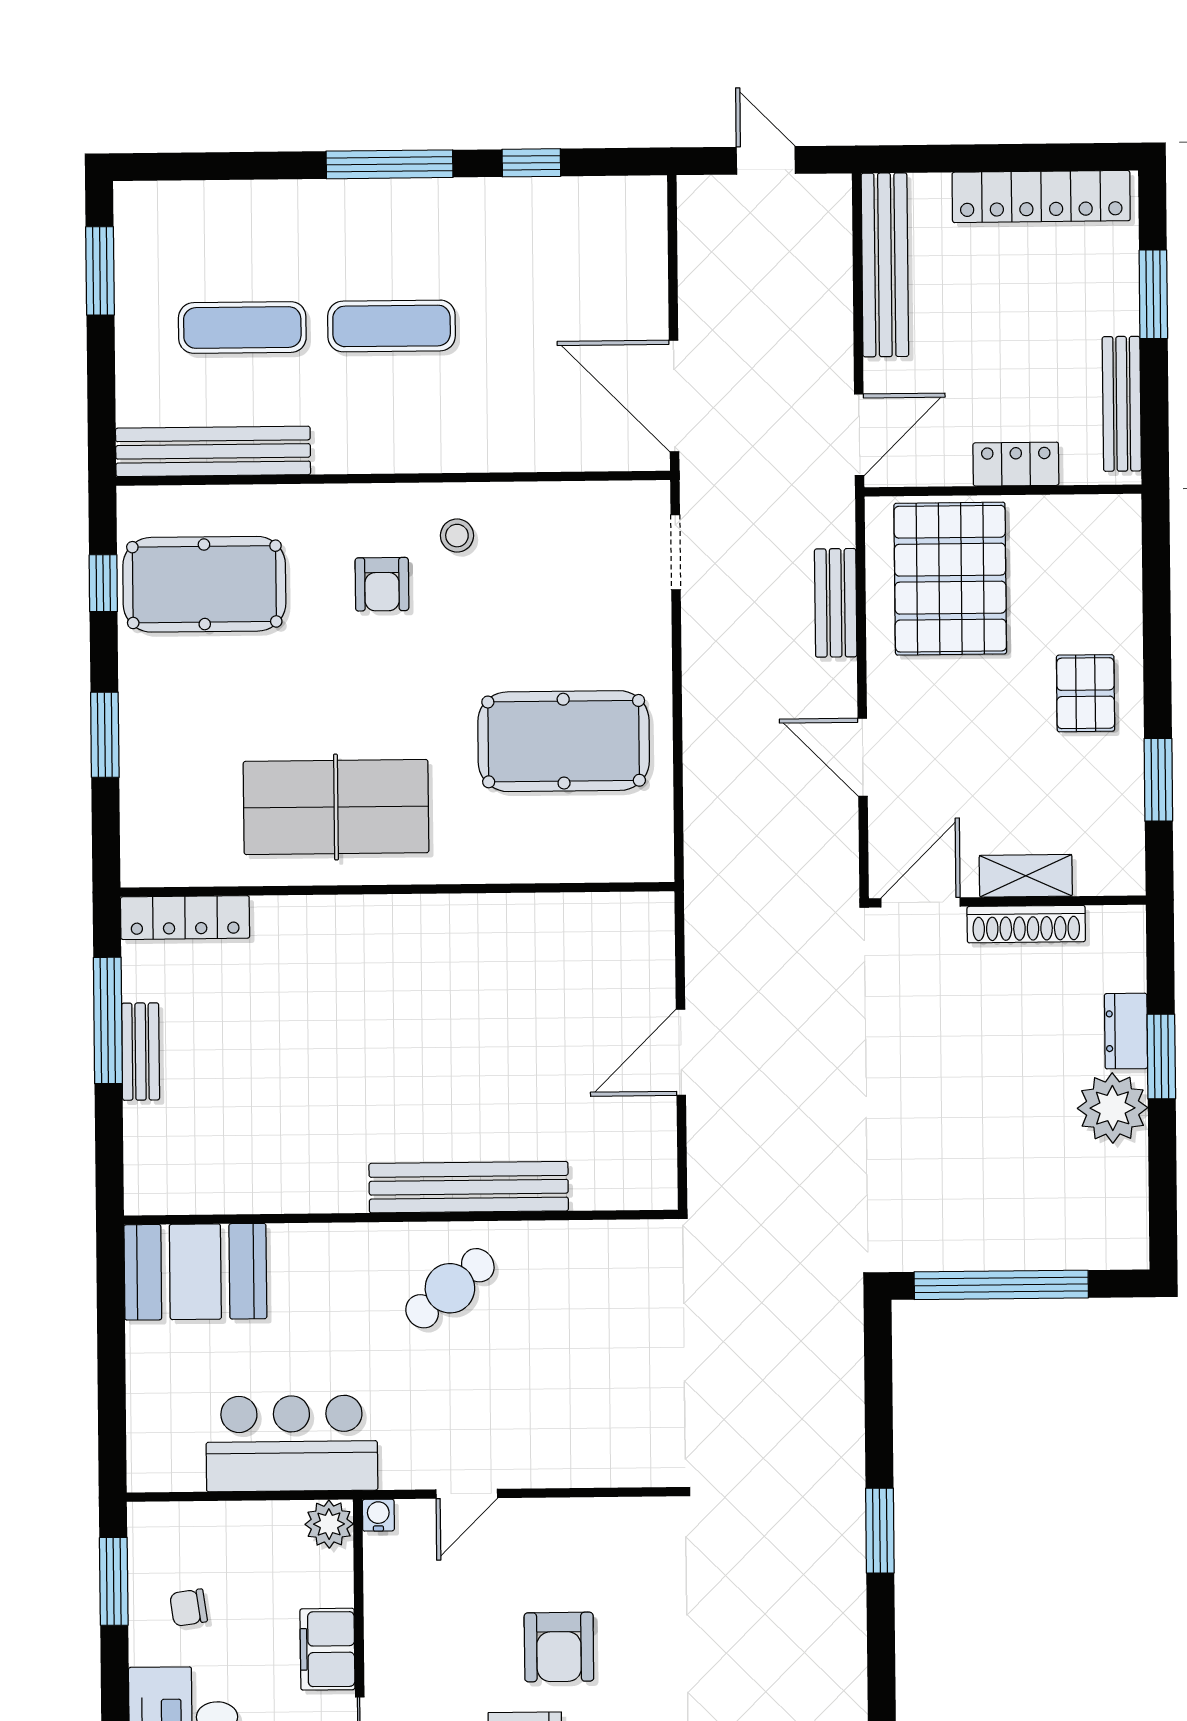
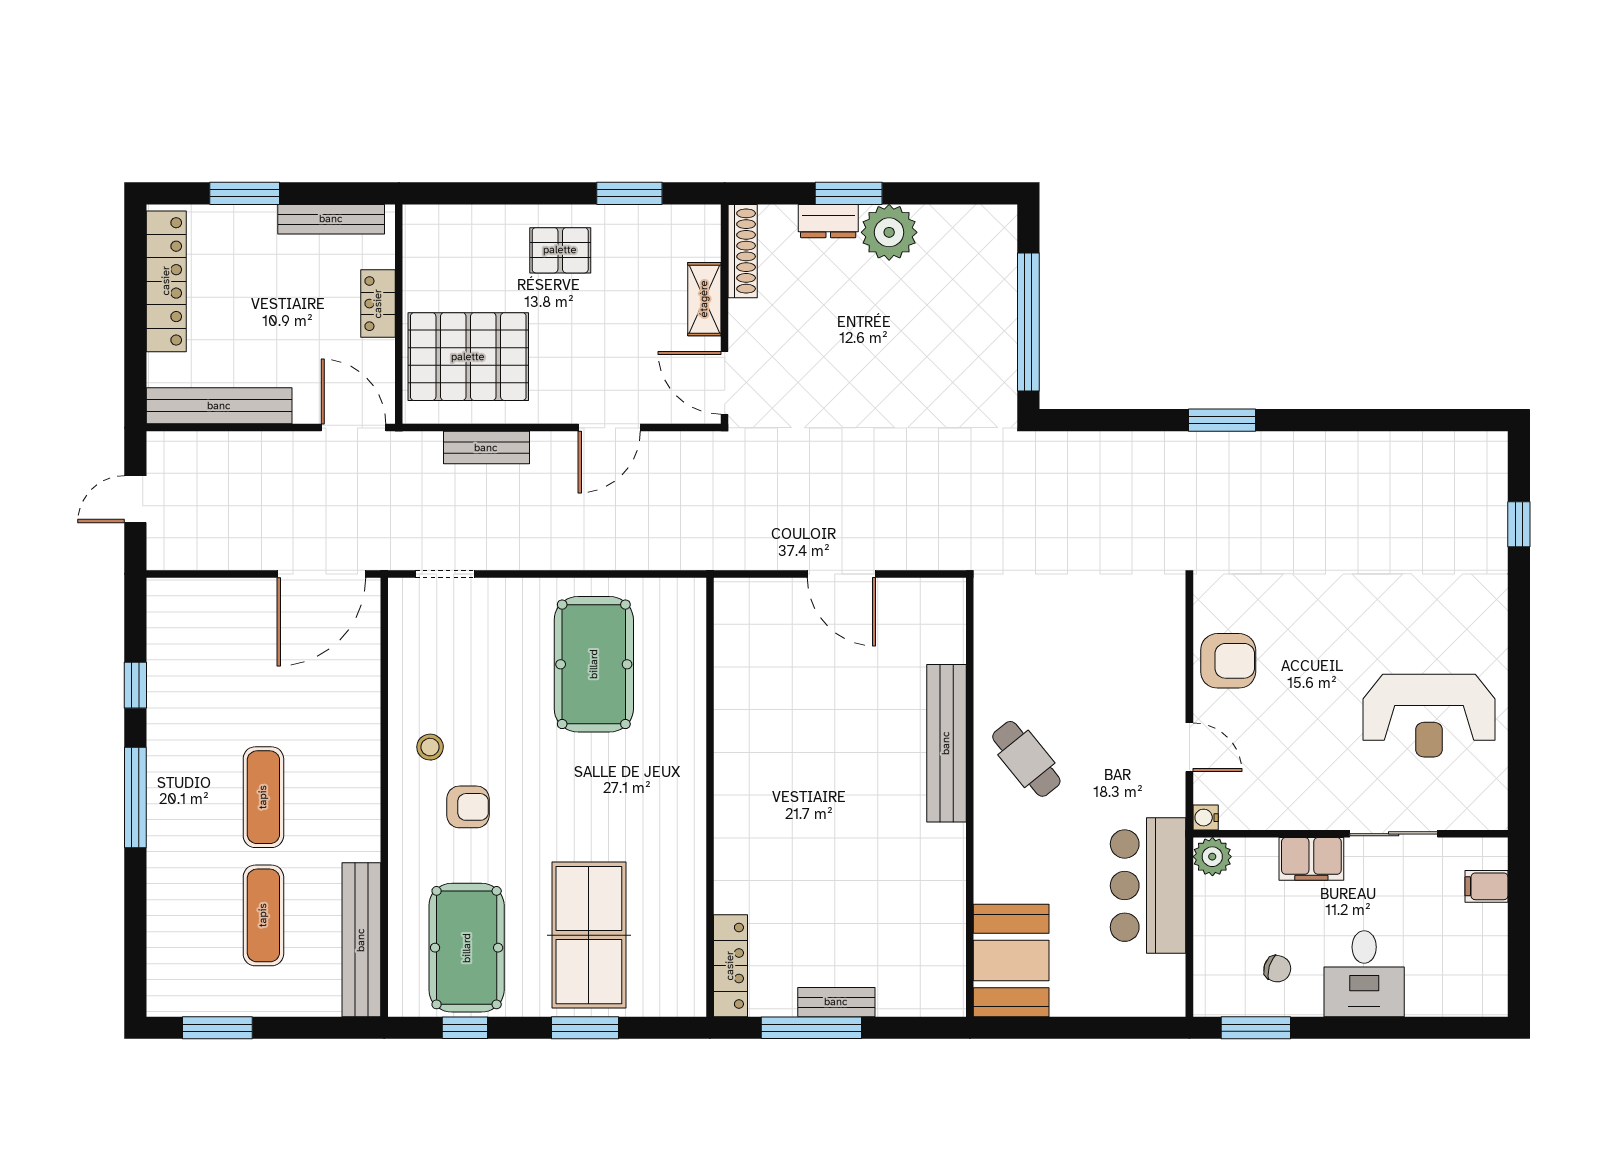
table tennis table: (336, 807) -> (589, 935), moved
shoe rack: (1026, 924) -> (743, 251), moved
chair: (189, 1608) -> (1277, 969), turned -65
armchair: (559, 1647) -> (1228, 661), moved

